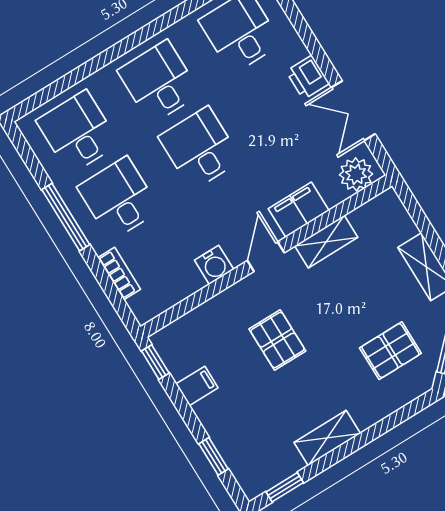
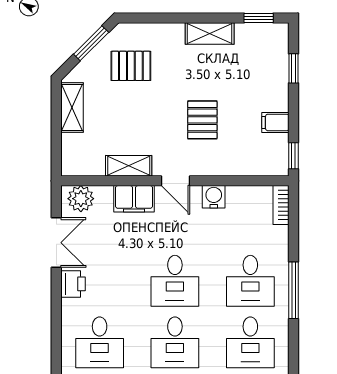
door: (266, 257) -> (176, 181), hinge flipped
bookcase: (119, 273) -> (281, 205), moved

